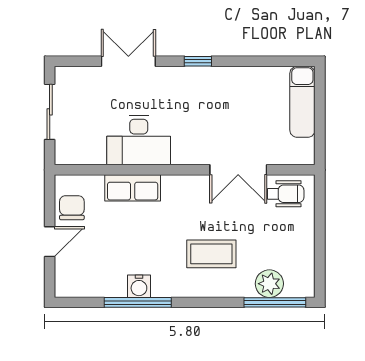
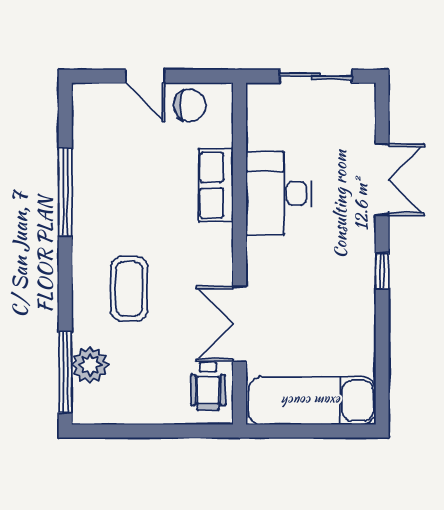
exam couch: (302, 102) -> (312, 401), width x1.36, depth x1.45
water cooler: (139, 286) -> (87, 194), removed

